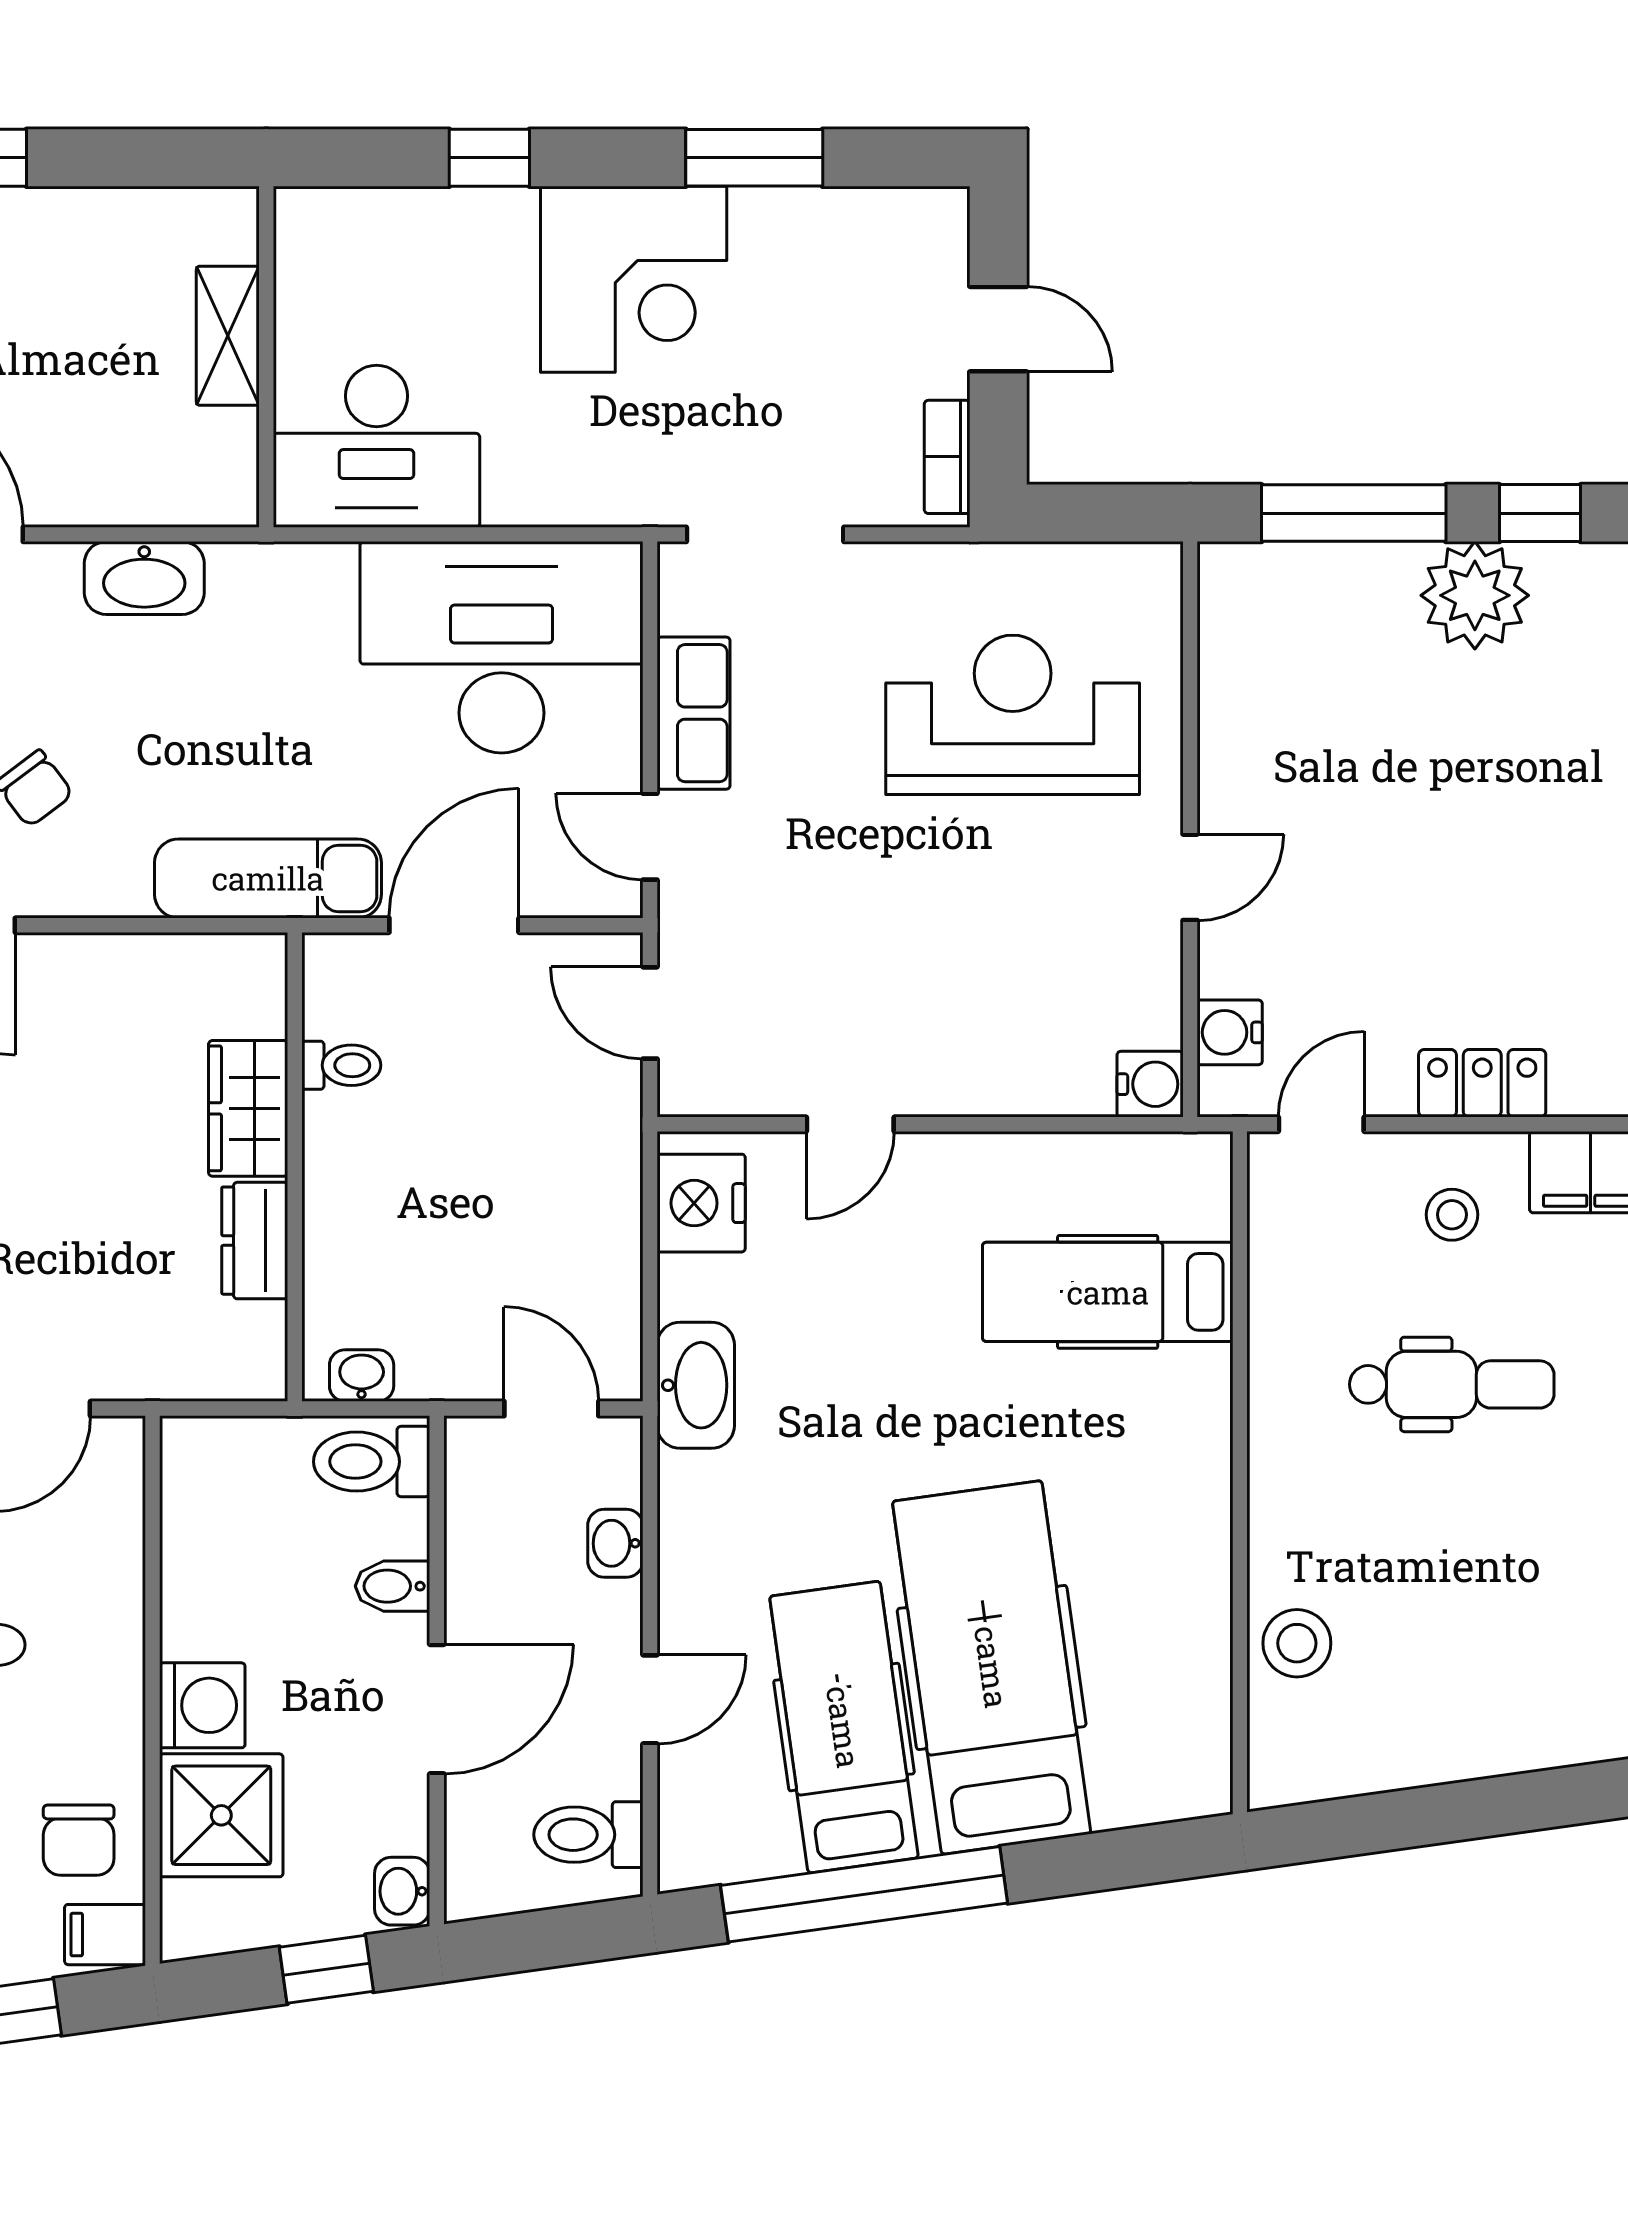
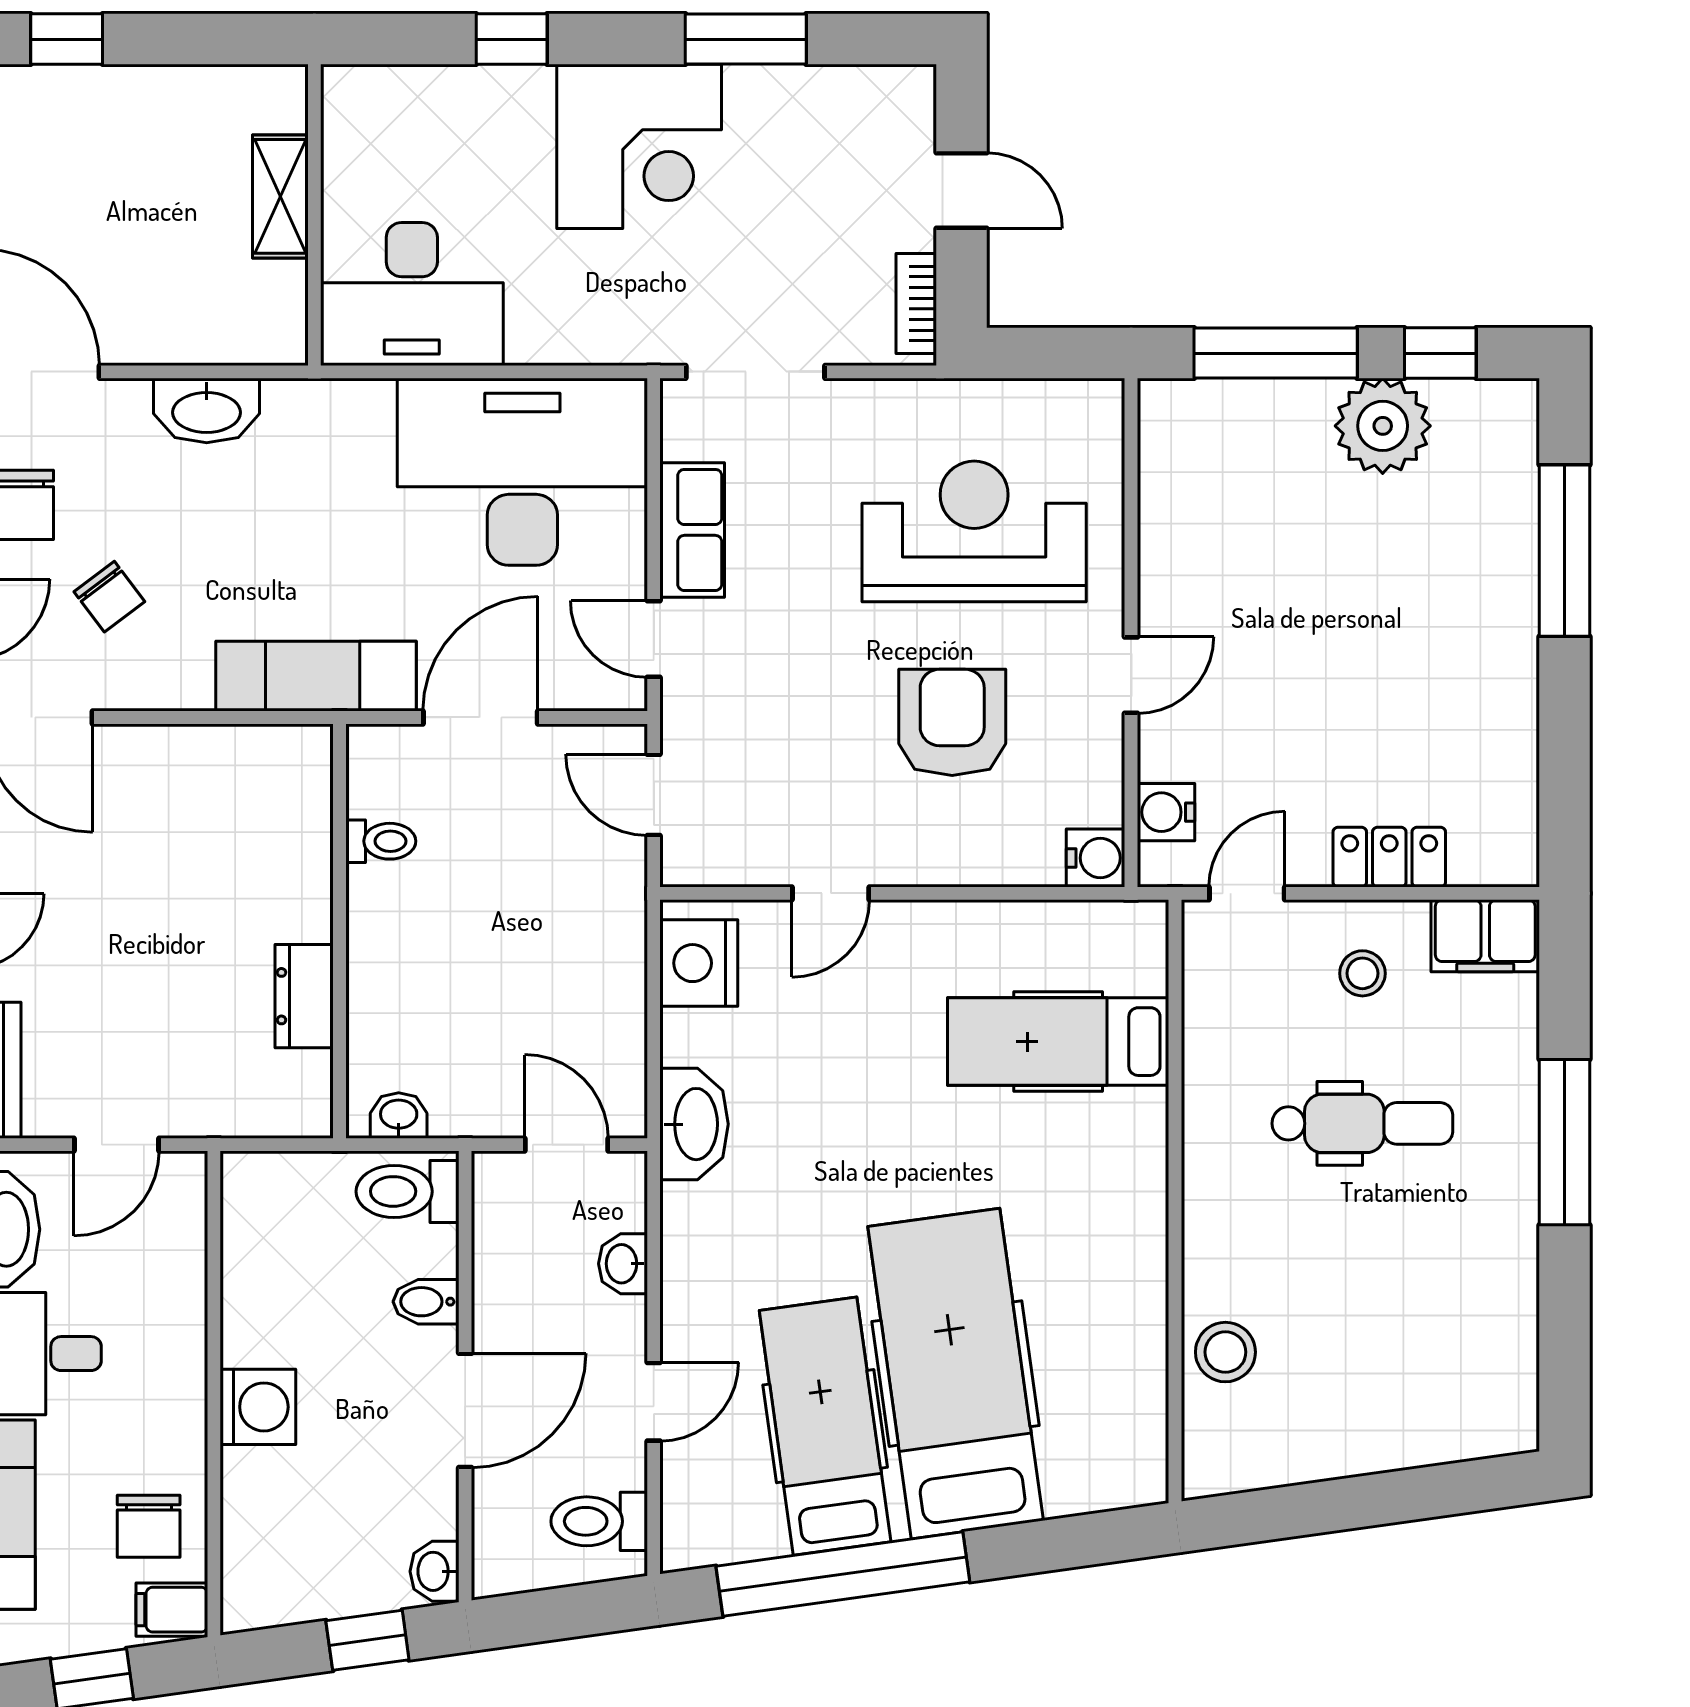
armchair: (988, 931) -> (952, 722), added
wardrobe: (248, 1108) -> (298, 879), removed
shower: (221, 1815) -> (275, 1504), removed

